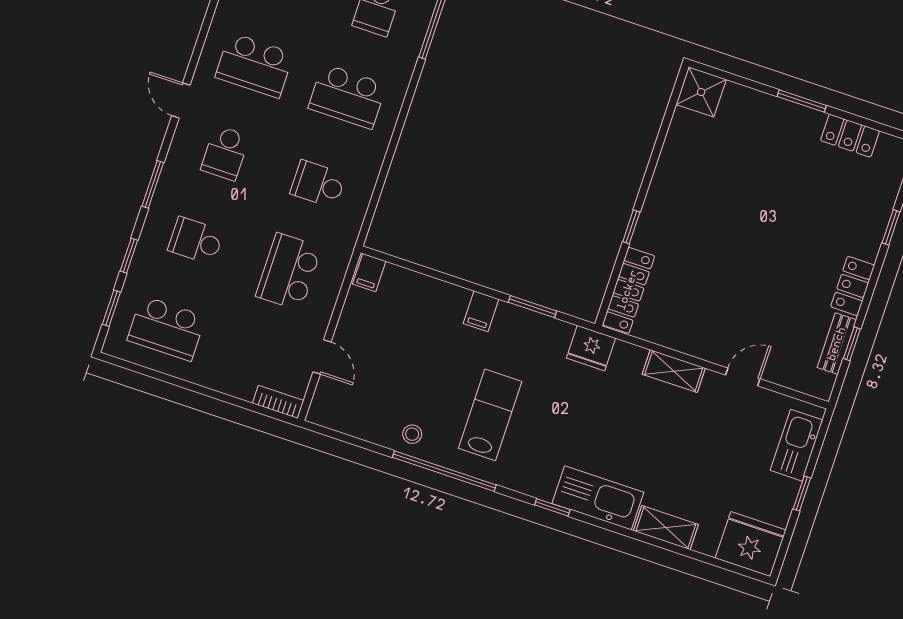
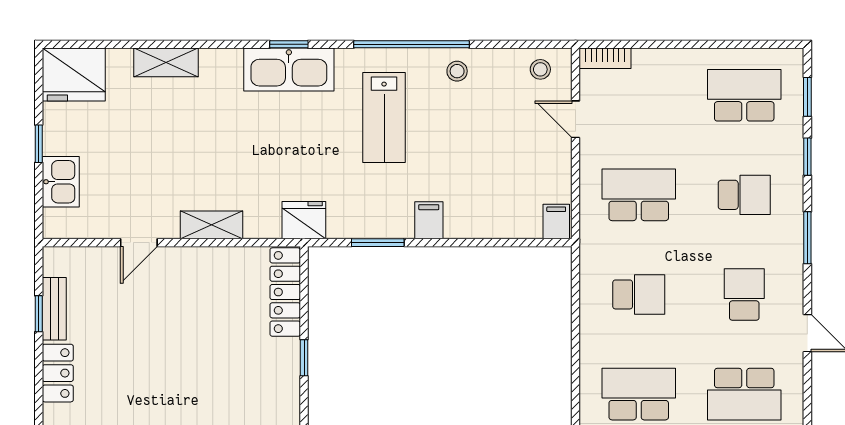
school desk: (254, 65) -> (744, 394), turned 180
school desk: (289, 272) -> (639, 195), turned -90
stool: (338, 411) -> (540, 69), added
kitchen sink: (796, 445) -> (61, 182), width x0.73
kitchen sink: (598, 498) -> (289, 70), moved

